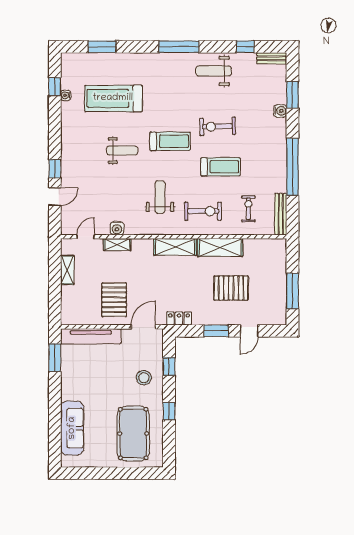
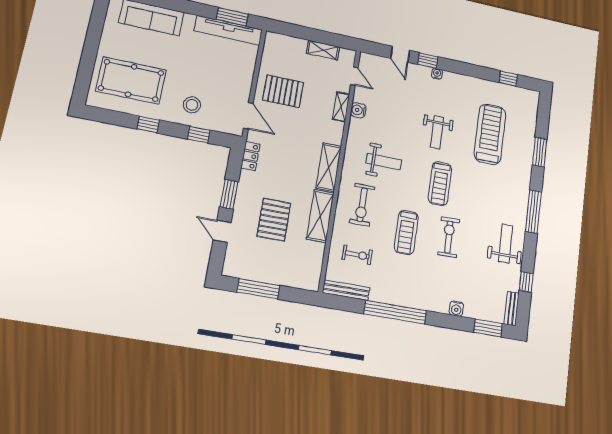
window: (102, 47) -> (540, 152), moved
water cooler: (66, 95) -> (437, 74), moved
window: (292, 95) -> (488, 328), moved
tv unit: (91, 336) -> (228, 30), moved, turned -90

